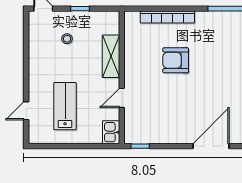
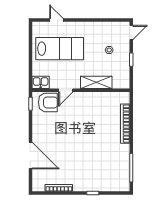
armchair: (176, 60) -> (48, 102), moved, turned 90
door: (122, 98) -> (66, 90), swing flipped
lab bench: (65, 106) -> (60, 49), width x1.36, depth x1.39

